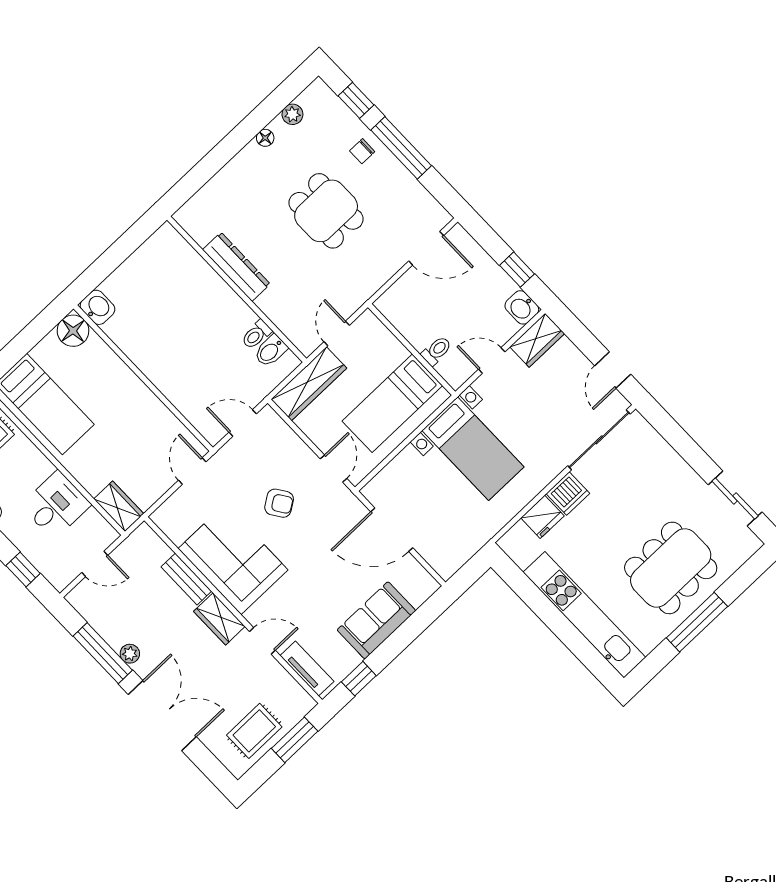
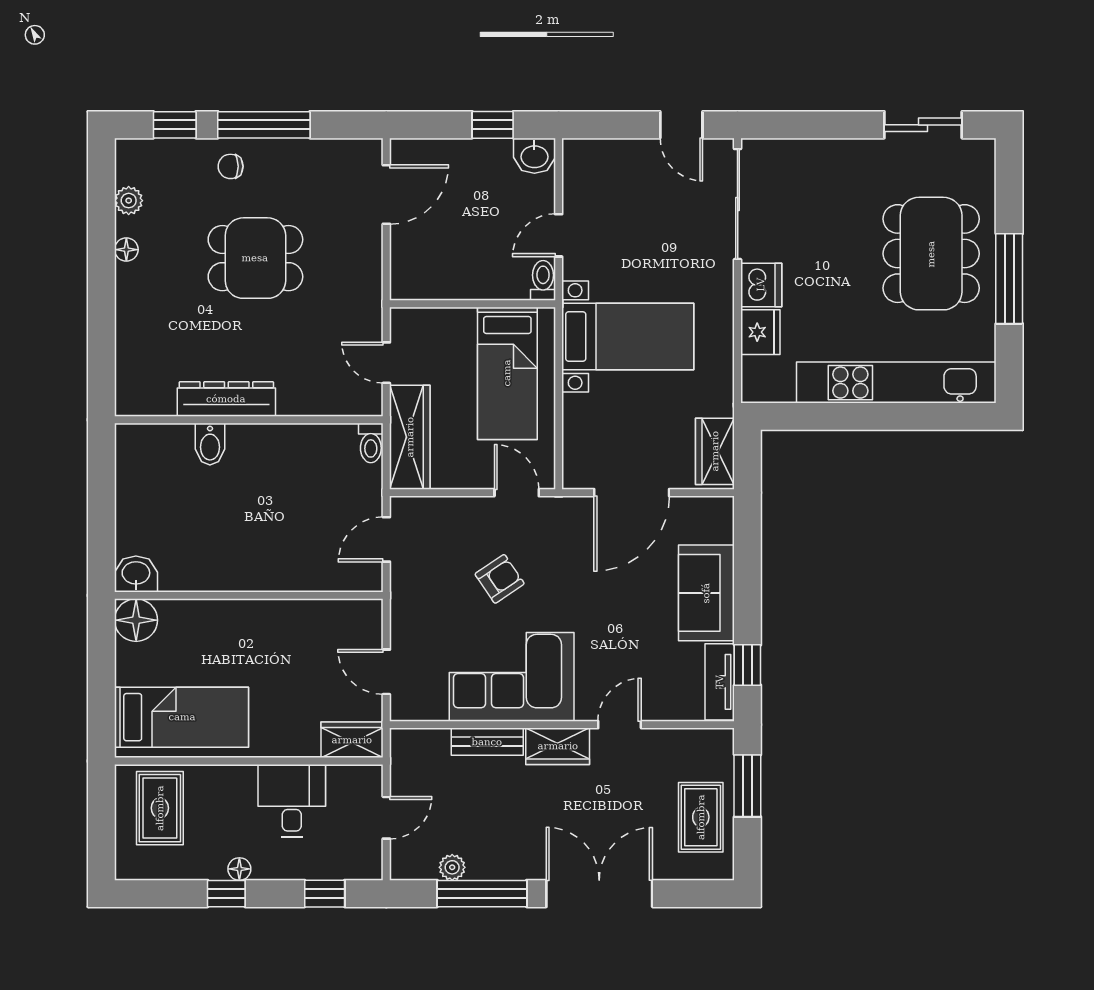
chair: (362, 151) -> (231, 166), turned 90
toilet: (256, 335) -> (371, 443), moved
wardrobe: (537, 340) -> (715, 451), moved, turned 180
bidet: (271, 351) -> (210, 444), moved
toilet: (436, 351) -> (543, 280), moved
door: (192, 471) -> (386, 672), moved
plant: (130, 654) -> (452, 867), moved
tv unit: (307, 669) -> (720, 682), moved, turned -90

